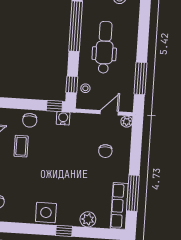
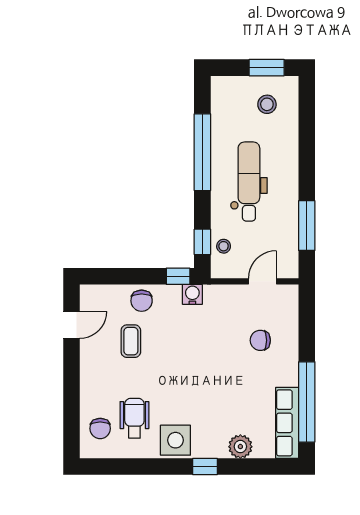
plant: (127, 122) -> (290, 293), removed
chair: (105, 151) -> (260, 340), turned 90
window: (133, 193) -> (307, 402), width x1.46
wheelchair: (20, 197) -> (134, 418), added

